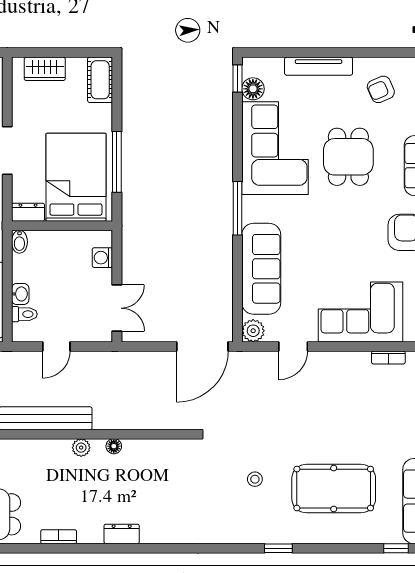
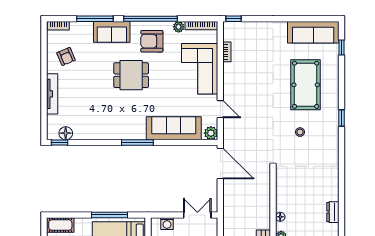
corner sofa: (275, 148) -> (101, 120), removed
dining table: (348, 157) -> (131, 75), moved

